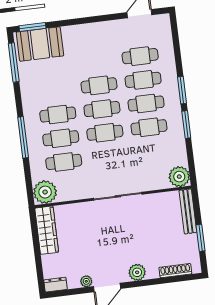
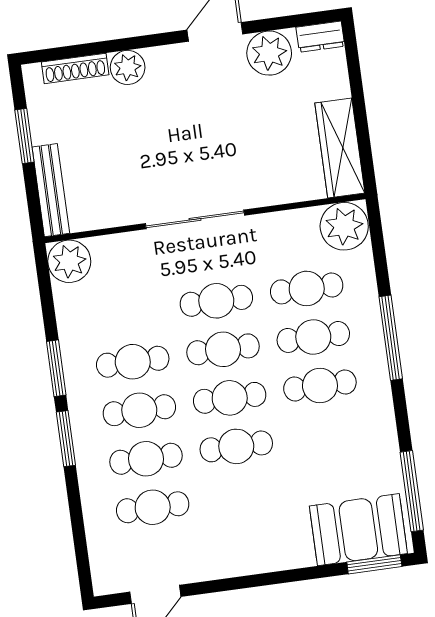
cafe table: (108, 156) -> (216, 301), added
plant: (137, 272) -> (128, 67), moved
plant: (86, 281) -> (269, 53), width x1.87, depth x1.87

